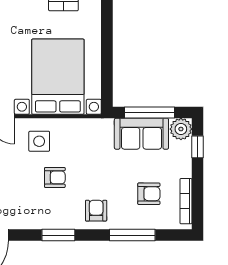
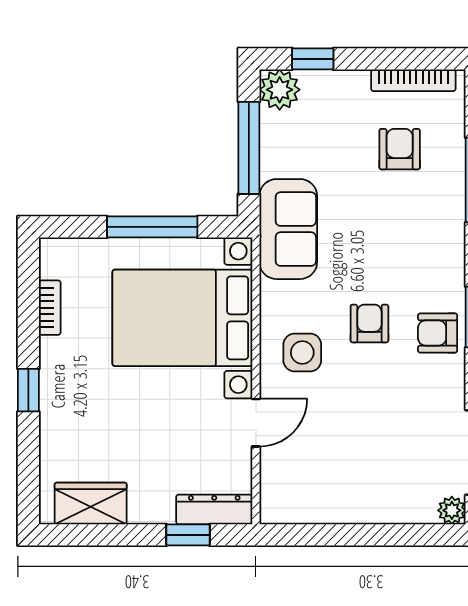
window: (107, 60) -> (152, 227), added
sofa: (141, 134) -> (288, 229), moved
armchair: (96, 211) -> (438, 333), moved

